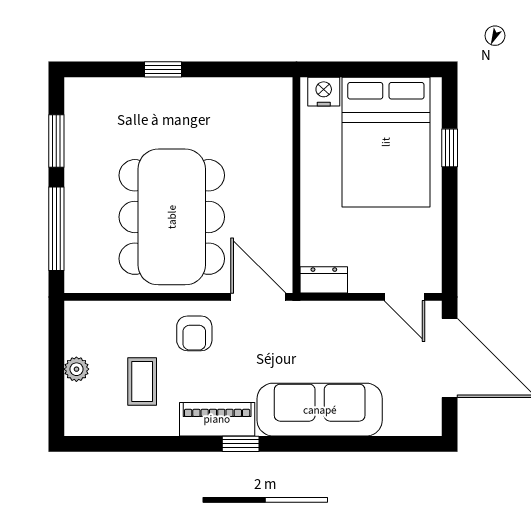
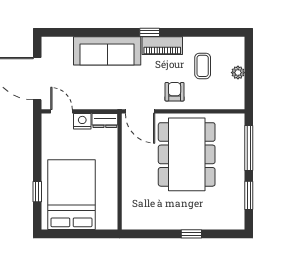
nightstand: (324, 92) -> (82, 121), moved, turned 180

